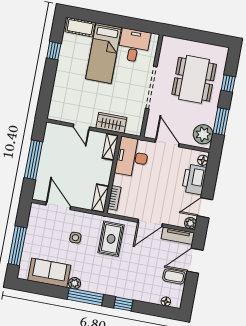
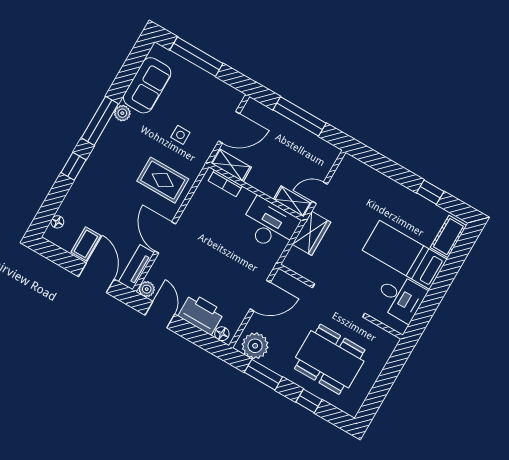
shelving: (110, 147) -> (292, 201), moved
desk: (132, 157) -> (270, 225), moved
wall: (112, 174) -> (256, 192), moved
shelving: (100, 198) -> (231, 165), moved
bookcase: (114, 198) -> (225, 183), moved

